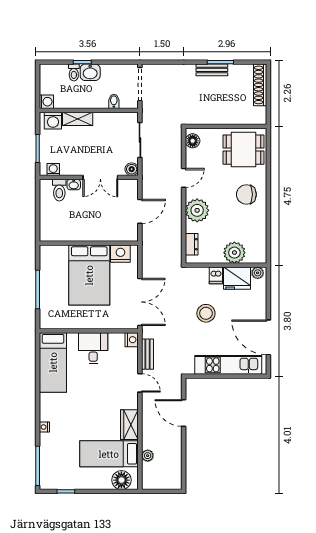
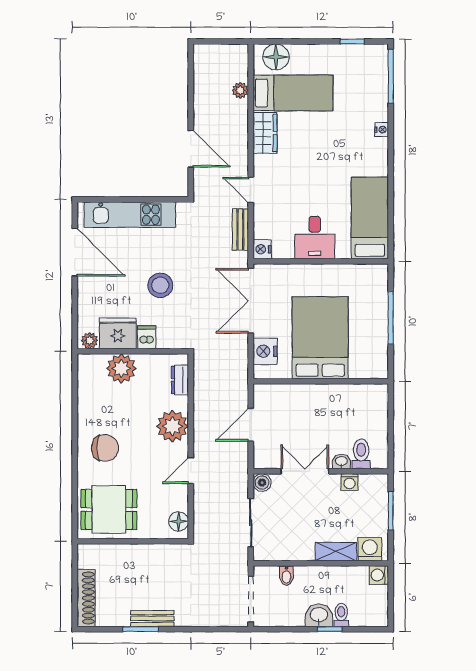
washing machine: (53, 170) -> (350, 482), moved
nightstand: (120, 254) -> (265, 351), moved, turned 90

